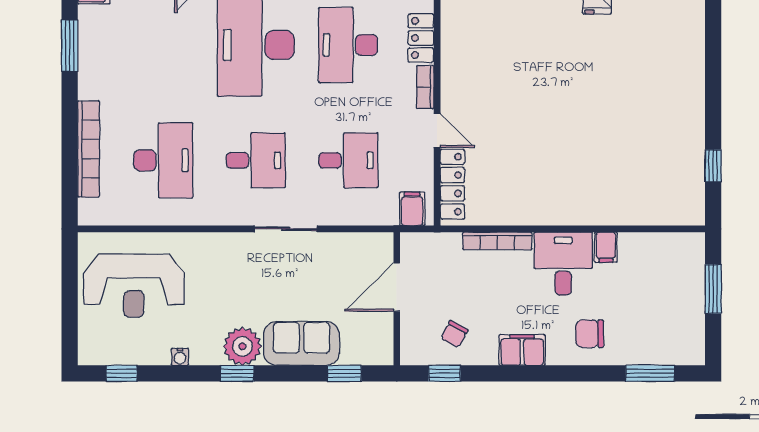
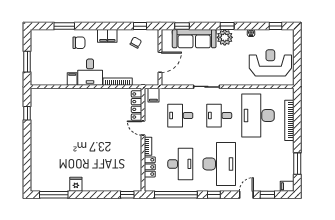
desk: (163, 160) -> (258, 116), width x1.36, depth x1.30
sofa: (302, 343) -> (194, 39), width x1.36
window: (650, 373) -> (64, 26), moved

